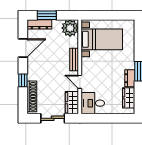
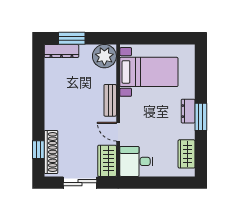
door: (23, 48) -> (38, 84), removed
dresser: (130, 78) -> (188, 111), moved
window: (23, 80) -> (38, 150), moved

